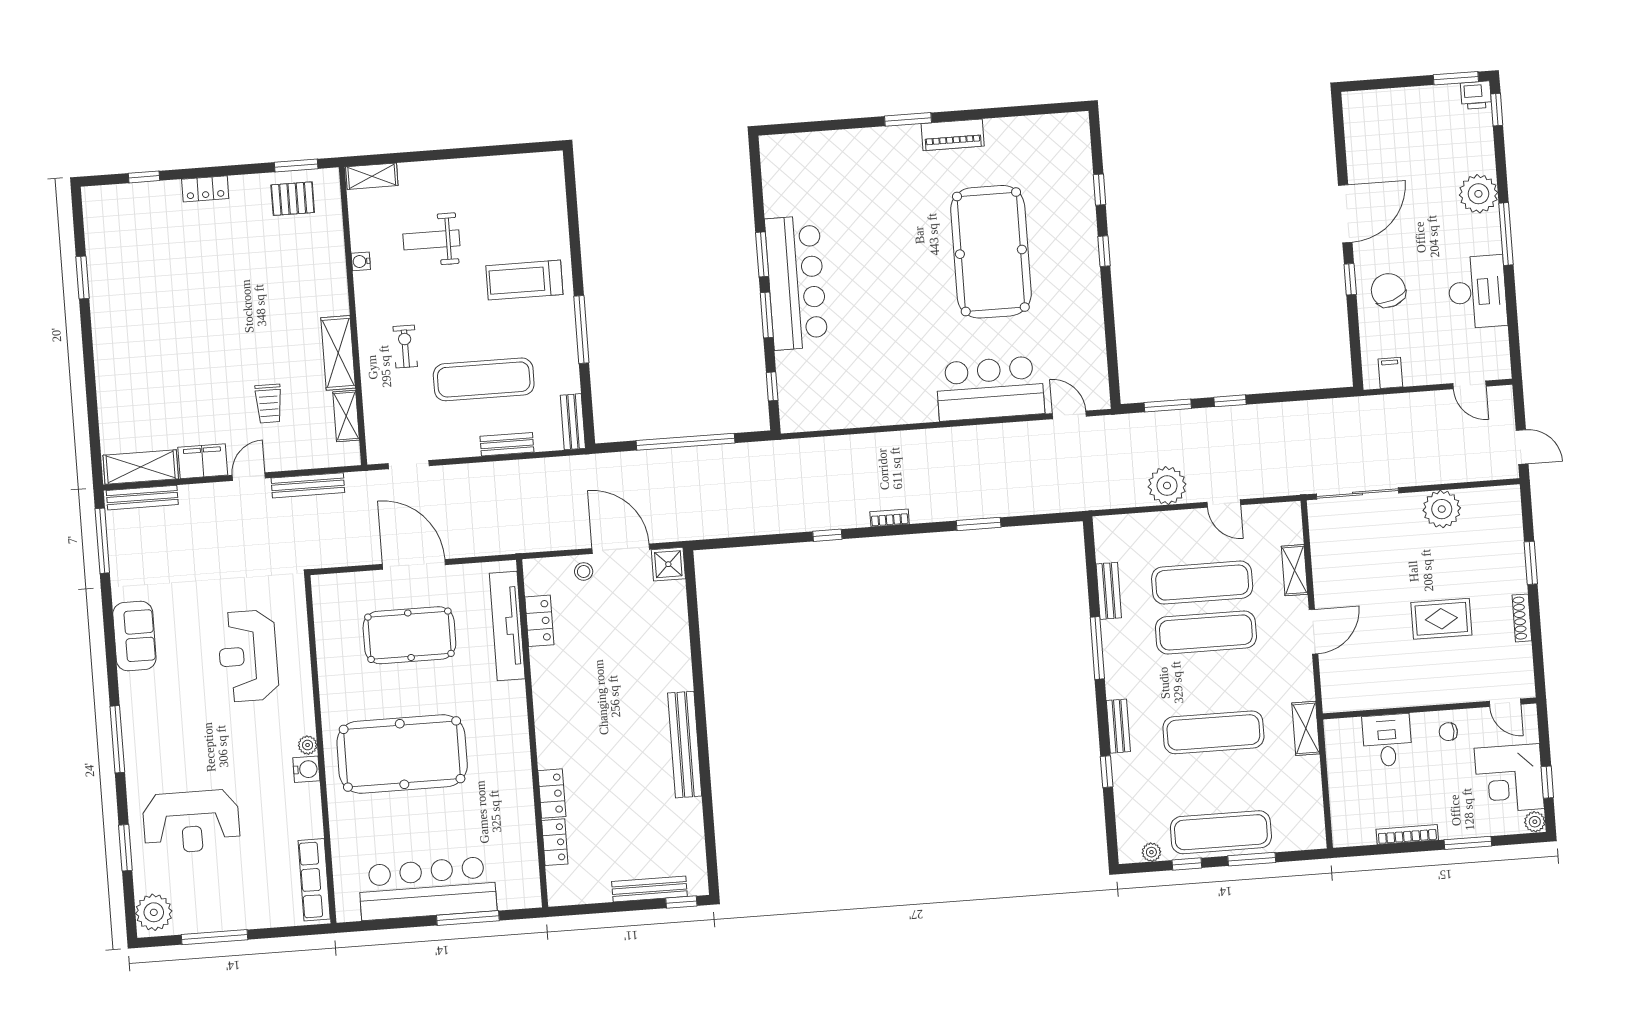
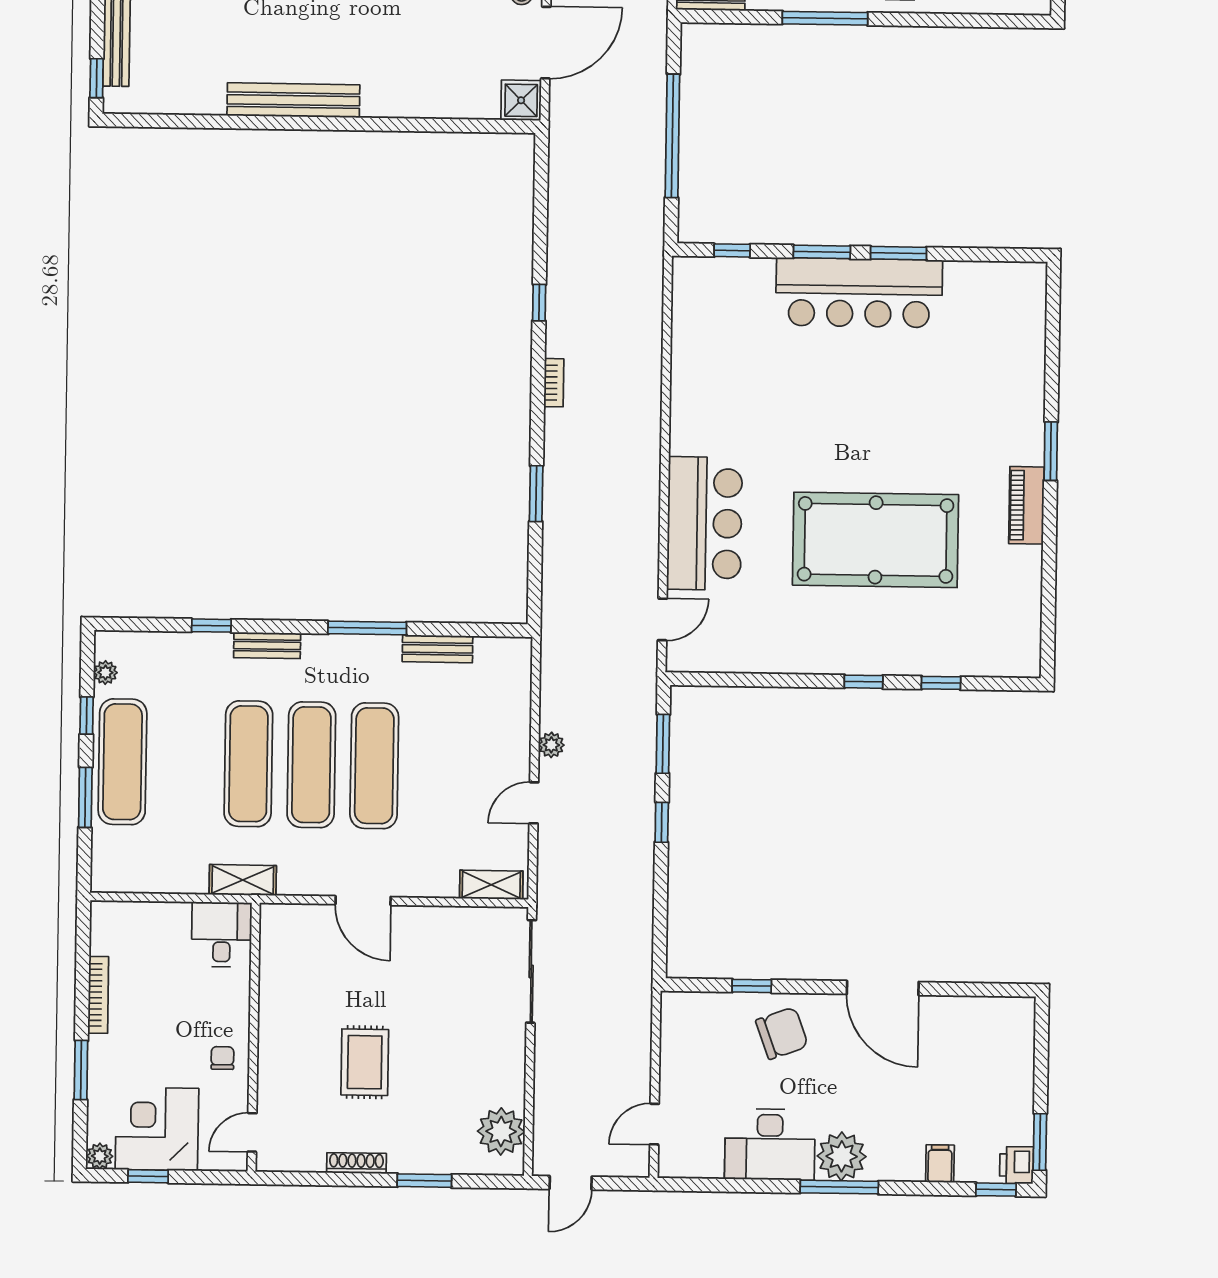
plant: (1478, 194) -> (842, 1156), moved
window: (1350, 279) -> (752, 986), moved
filing cabinet: (1390, 373) -> (940, 1164), moved, turned -90
plant: (1167, 486) -> (551, 745), width x0.53, depth x0.53
plant: (1442, 509) -> (501, 1131), moved
shelving: (1295, 570) -> (491, 885), moved
exercise mat: (1202, 583) -> (311, 765), moved
desk: (1387, 740) -> (222, 934), moved, turned -90

